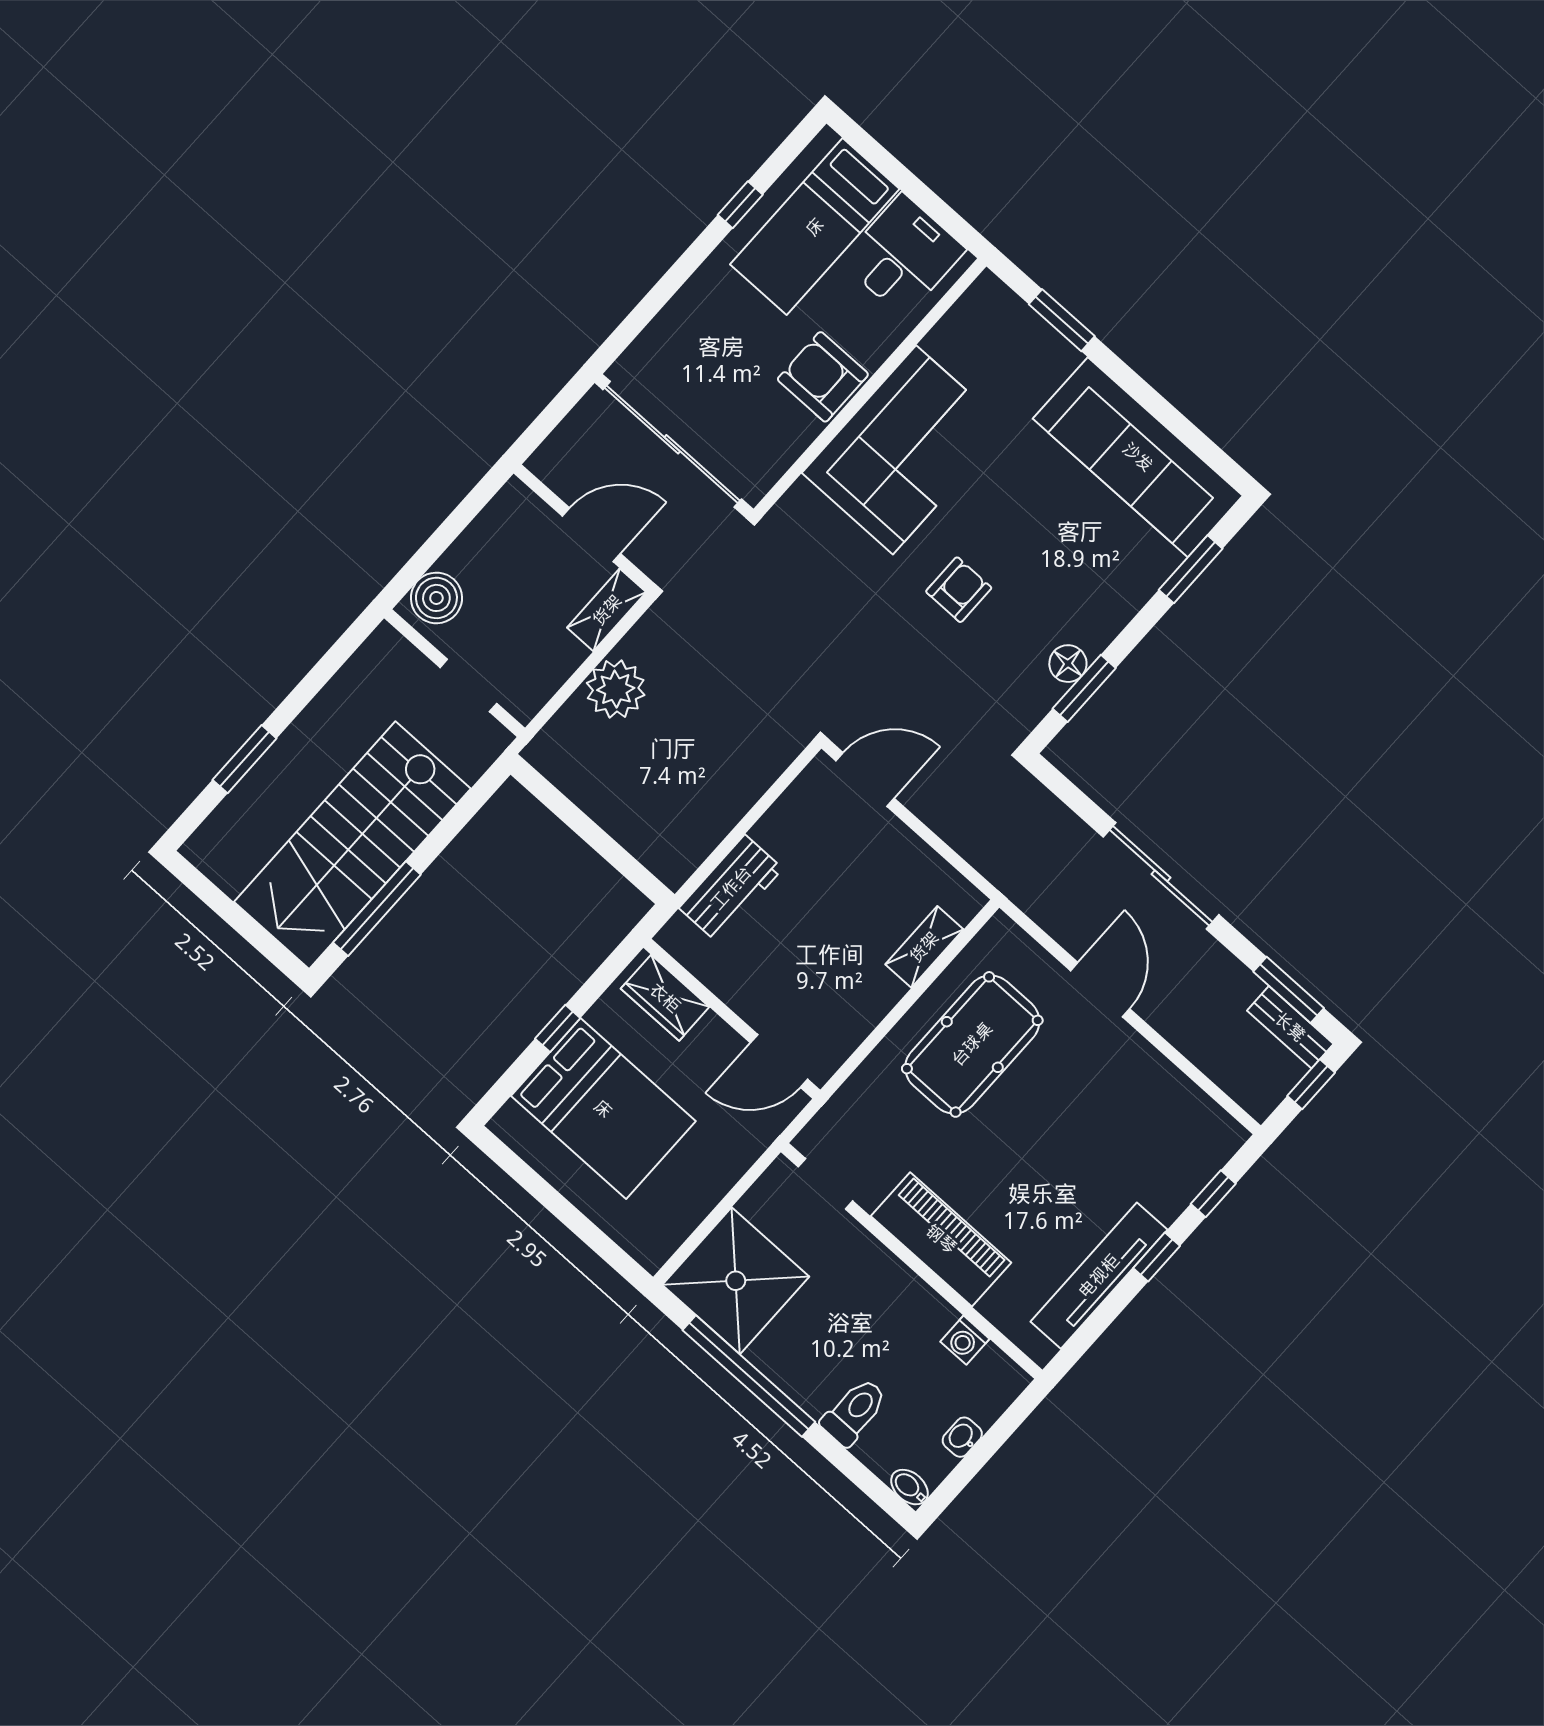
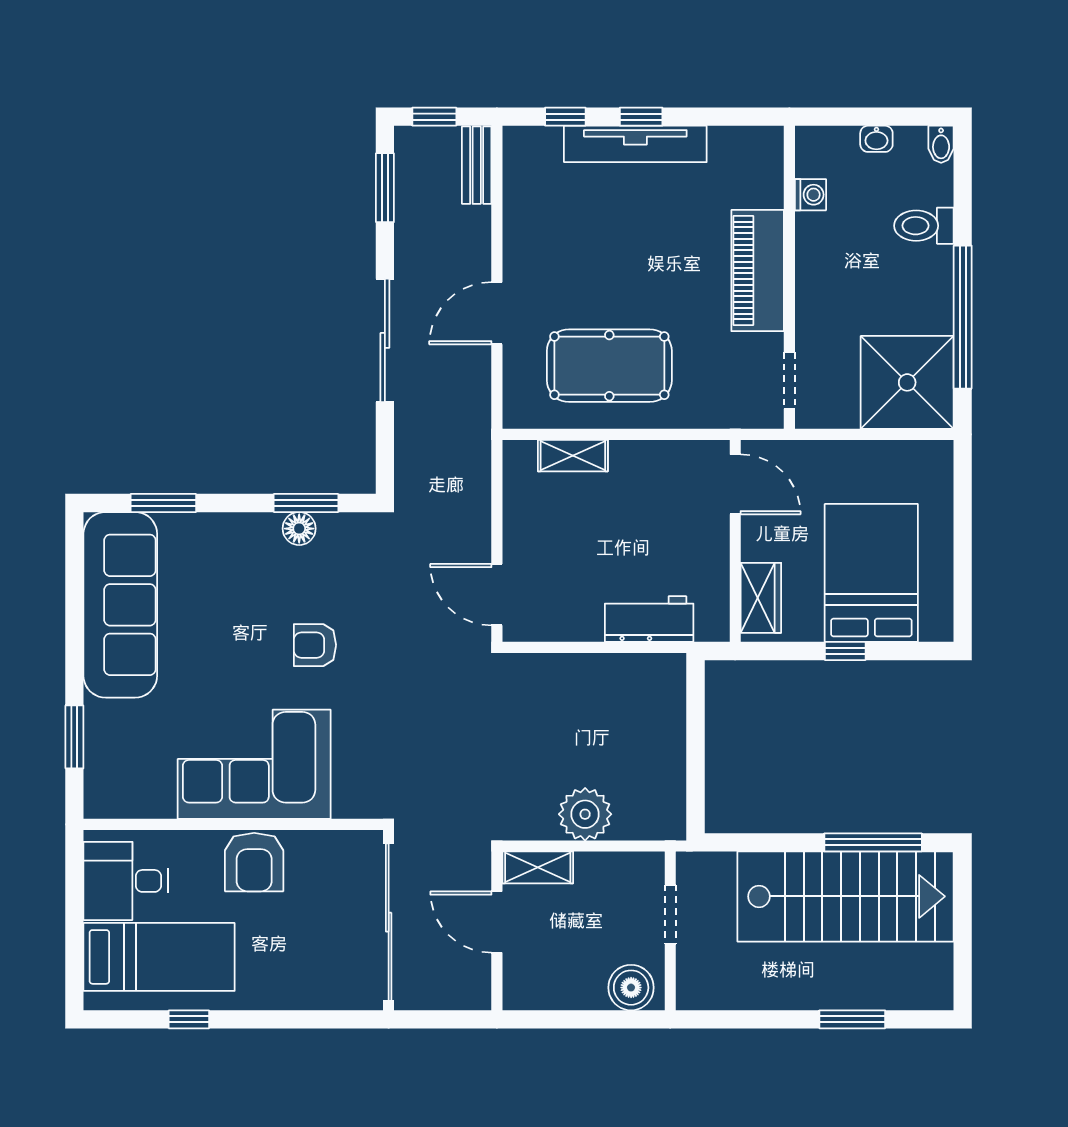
bench: (1290, 1027) -> (477, 165), moved
tv unit: (1099, 1276) -> (635, 144), moved

